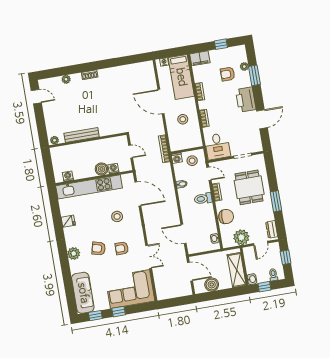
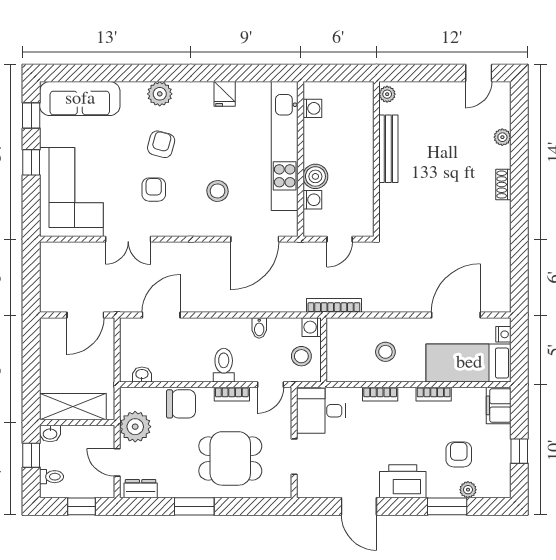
door: (161, 102) -> (456, 315), moved
chair: (226, 217) -> (181, 404), turned -90
boiler: (212, 285) -> (53, 353), removed

